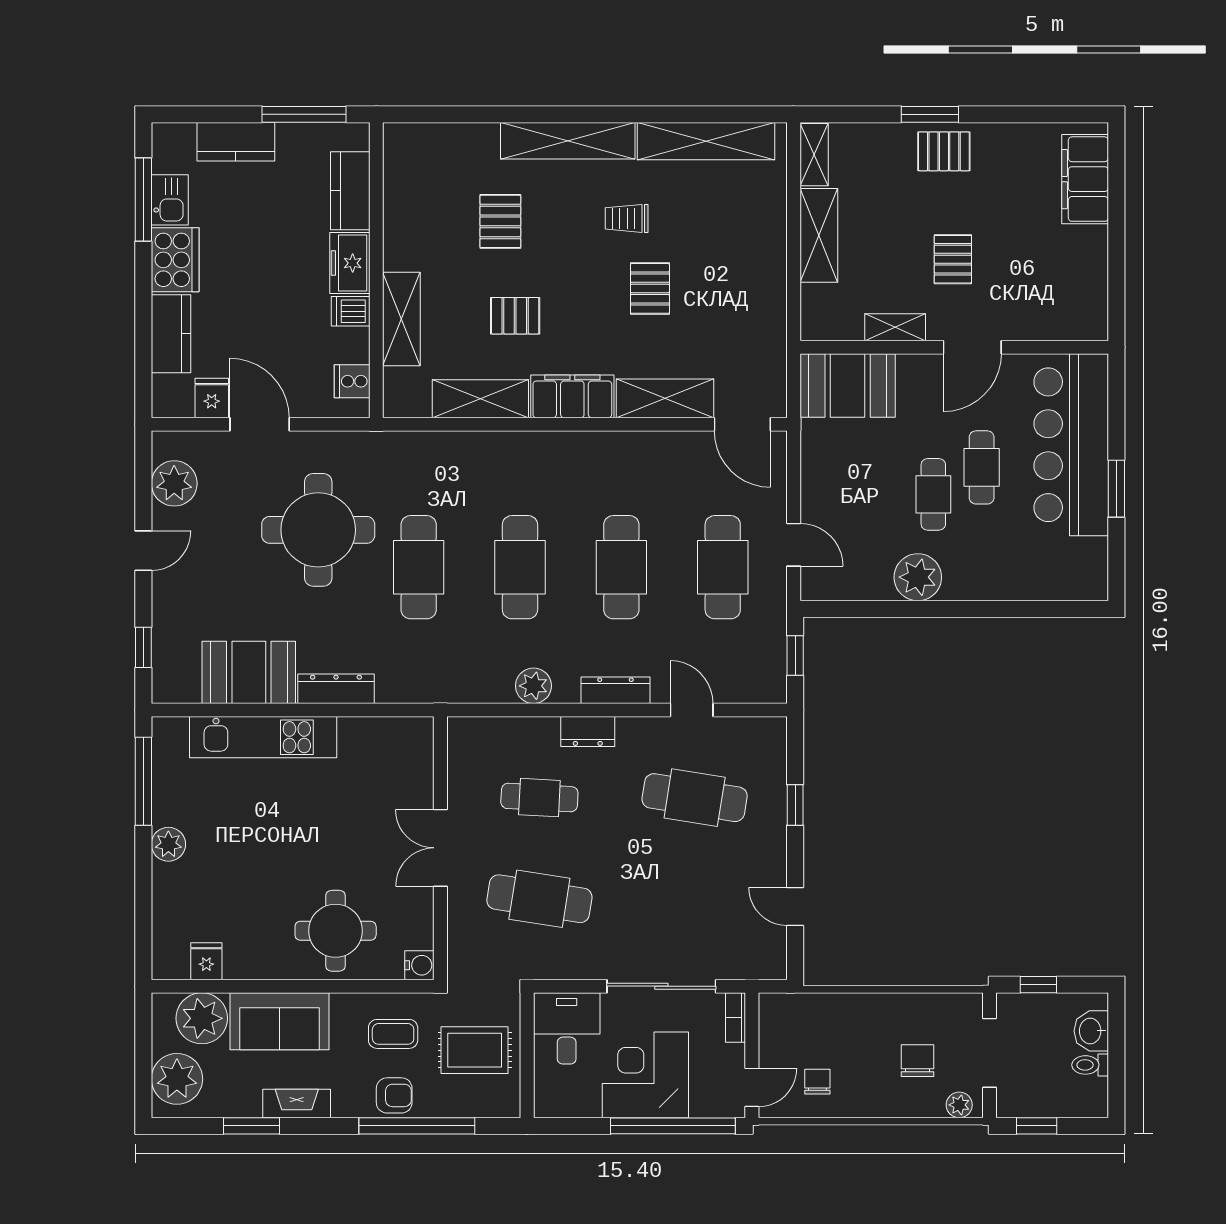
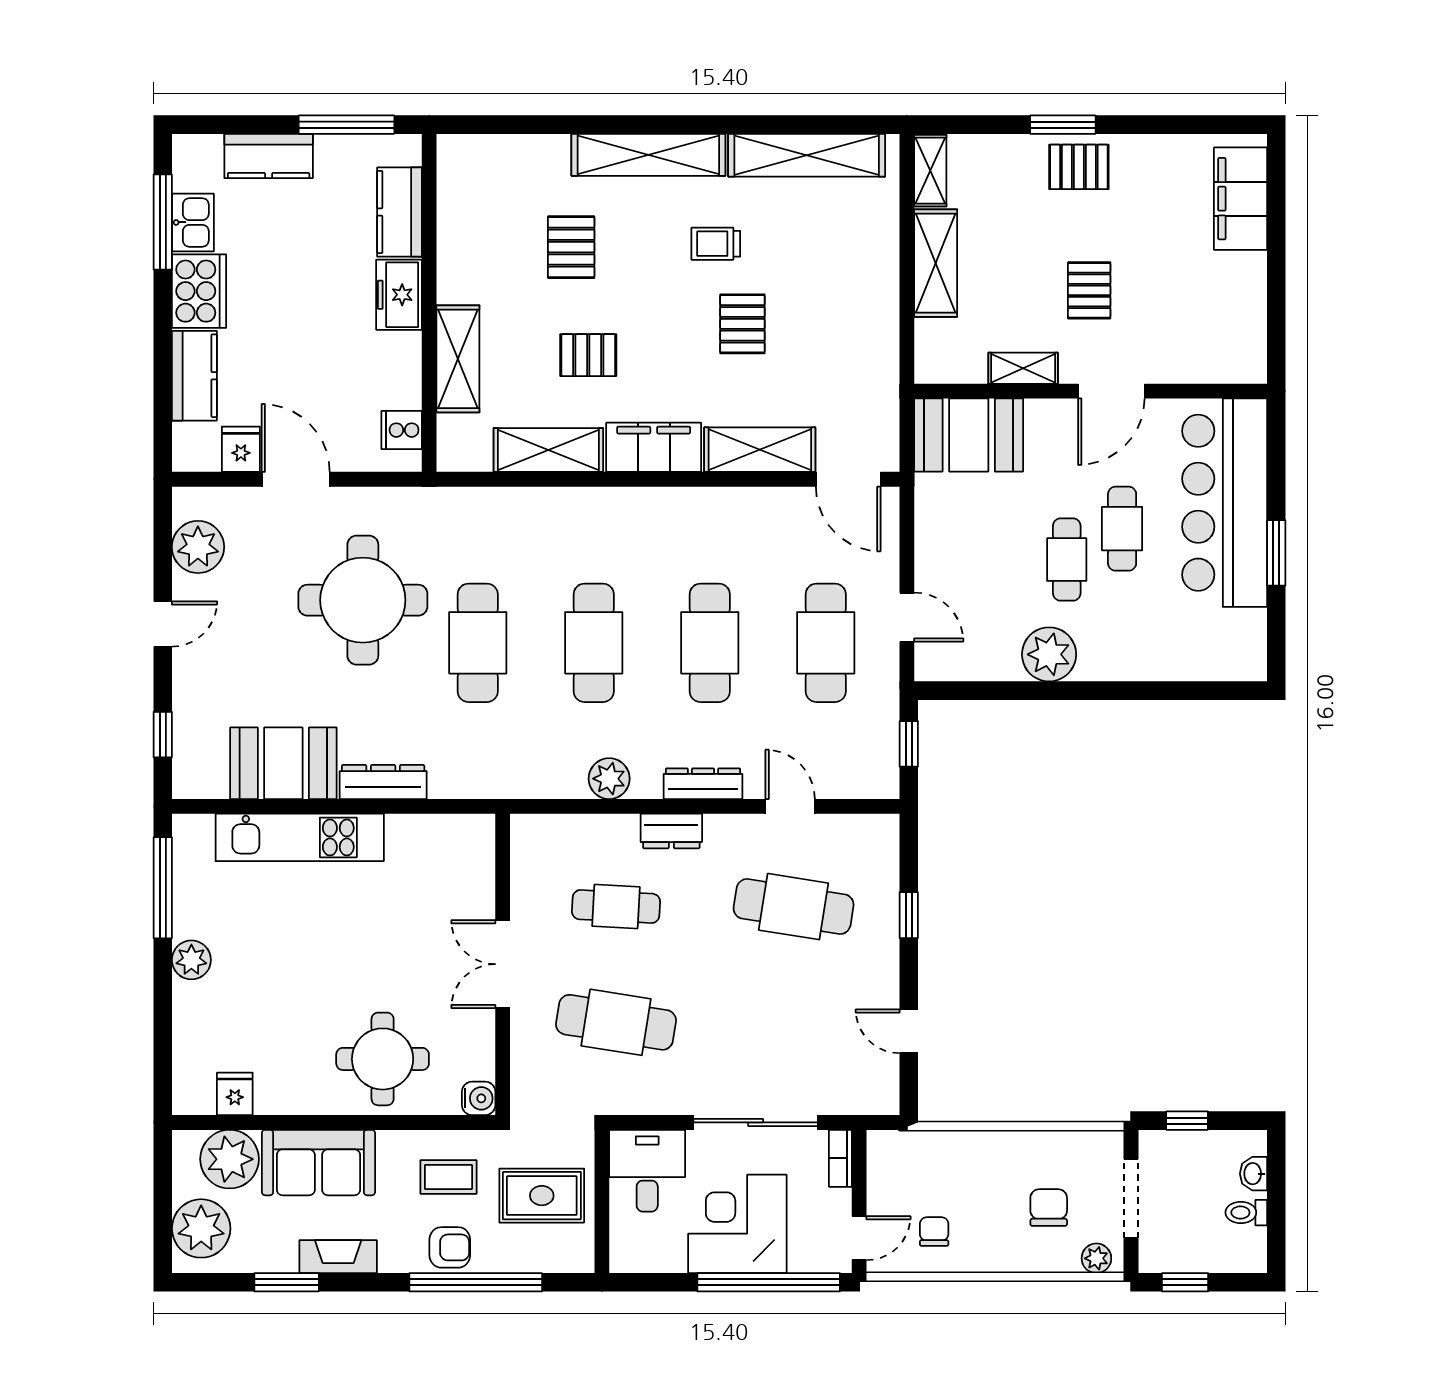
dishwasher: (351, 311) -> (400, 350), removed
washbasin: (1091, 1031) -> (1253, 1174), width x0.72, depth x0.69

